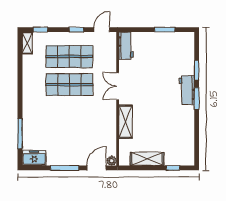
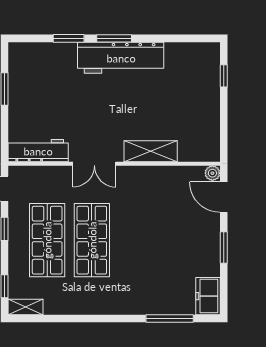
workbench: (126, 46) -> (38, 151), width x1.38
workbench: (187, 90) -> (121, 58), width x1.88, depth x1.32
shelving: (147, 159) -> (210, 117), removed
window: (65, 168) -> (224, 248), width x0.69

